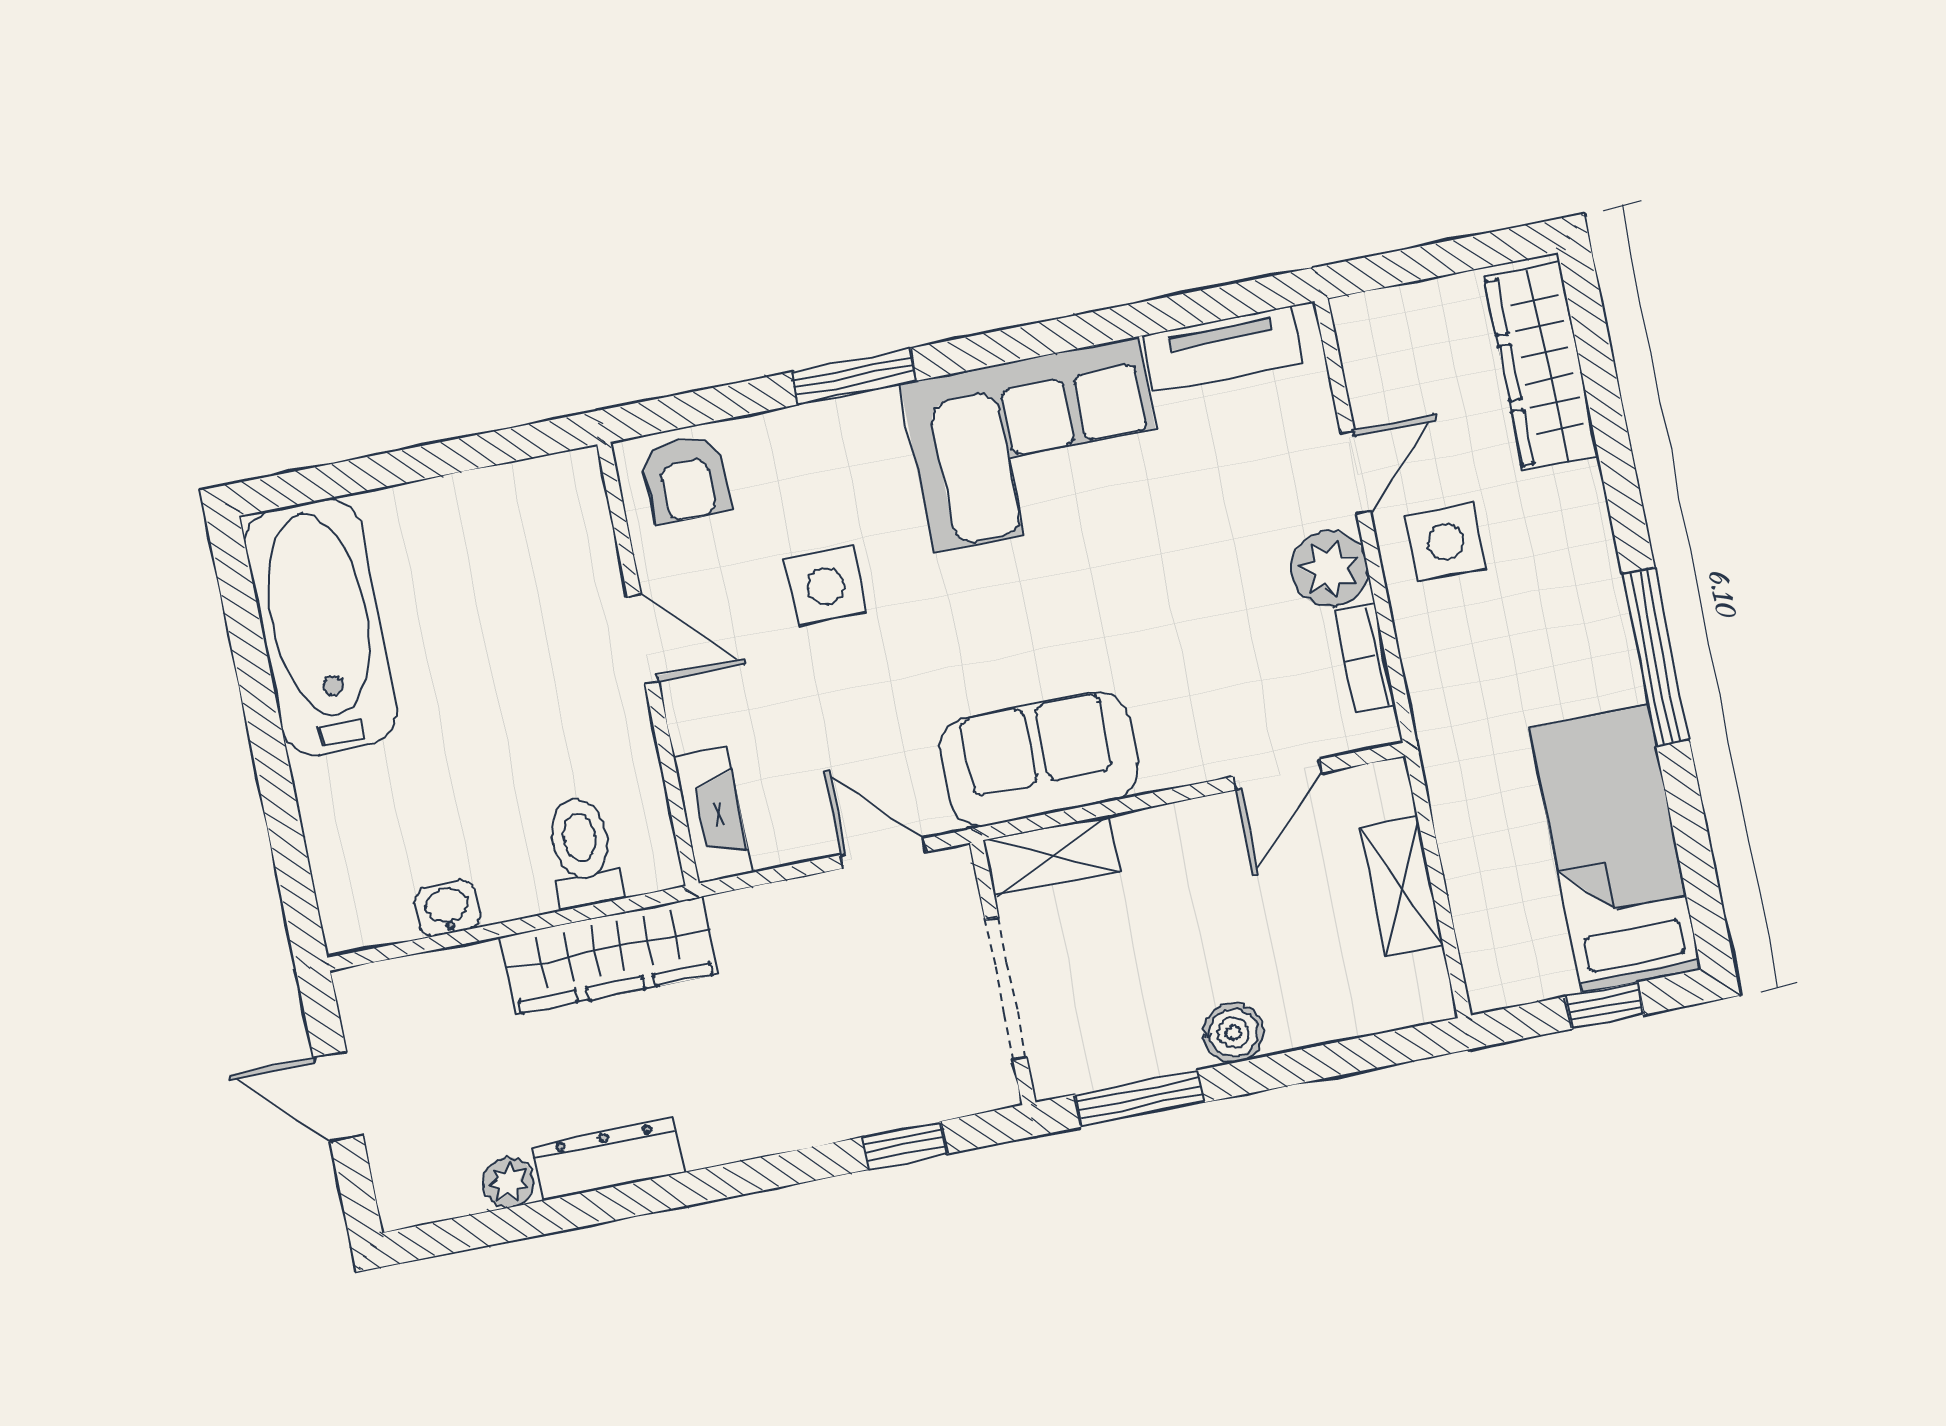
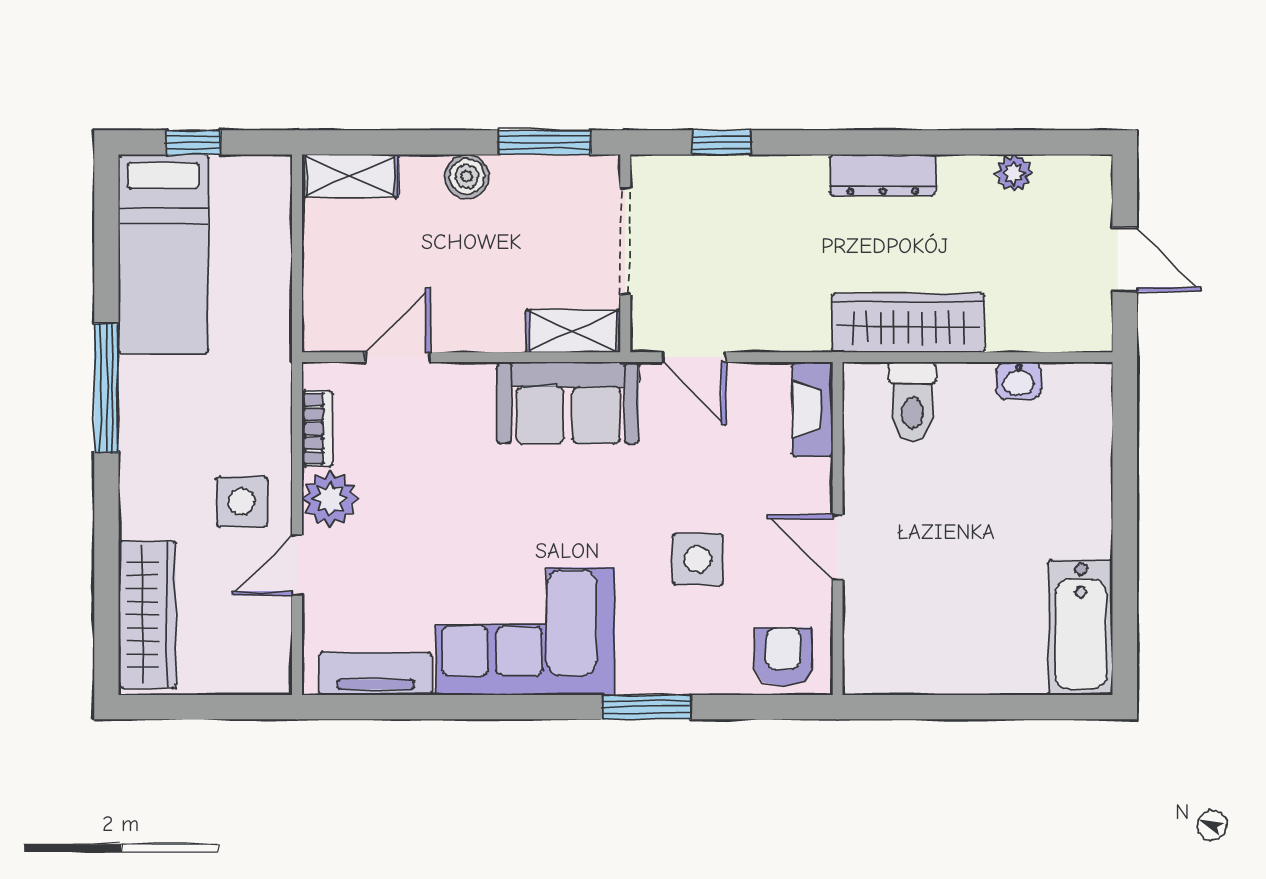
bathtub: (321, 627) -> (1081, 627), width x0.73, depth x0.73
shelving: (1402, 886) -> (350, 176), moved, turned 90
dresser: (608, 1159) -> (883, 175), moved

